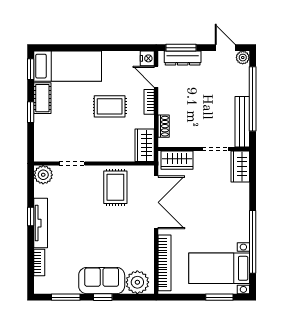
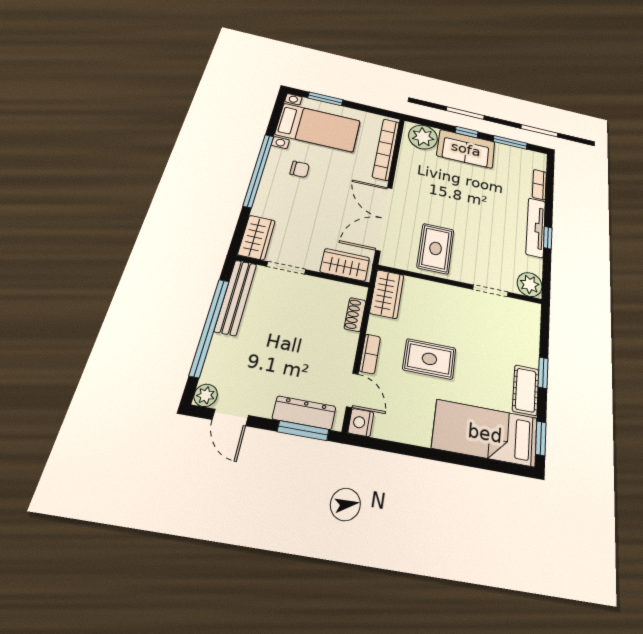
chair: (224, 228) -> (300, 169), added
window: (253, 242) -> (259, 170), moved

